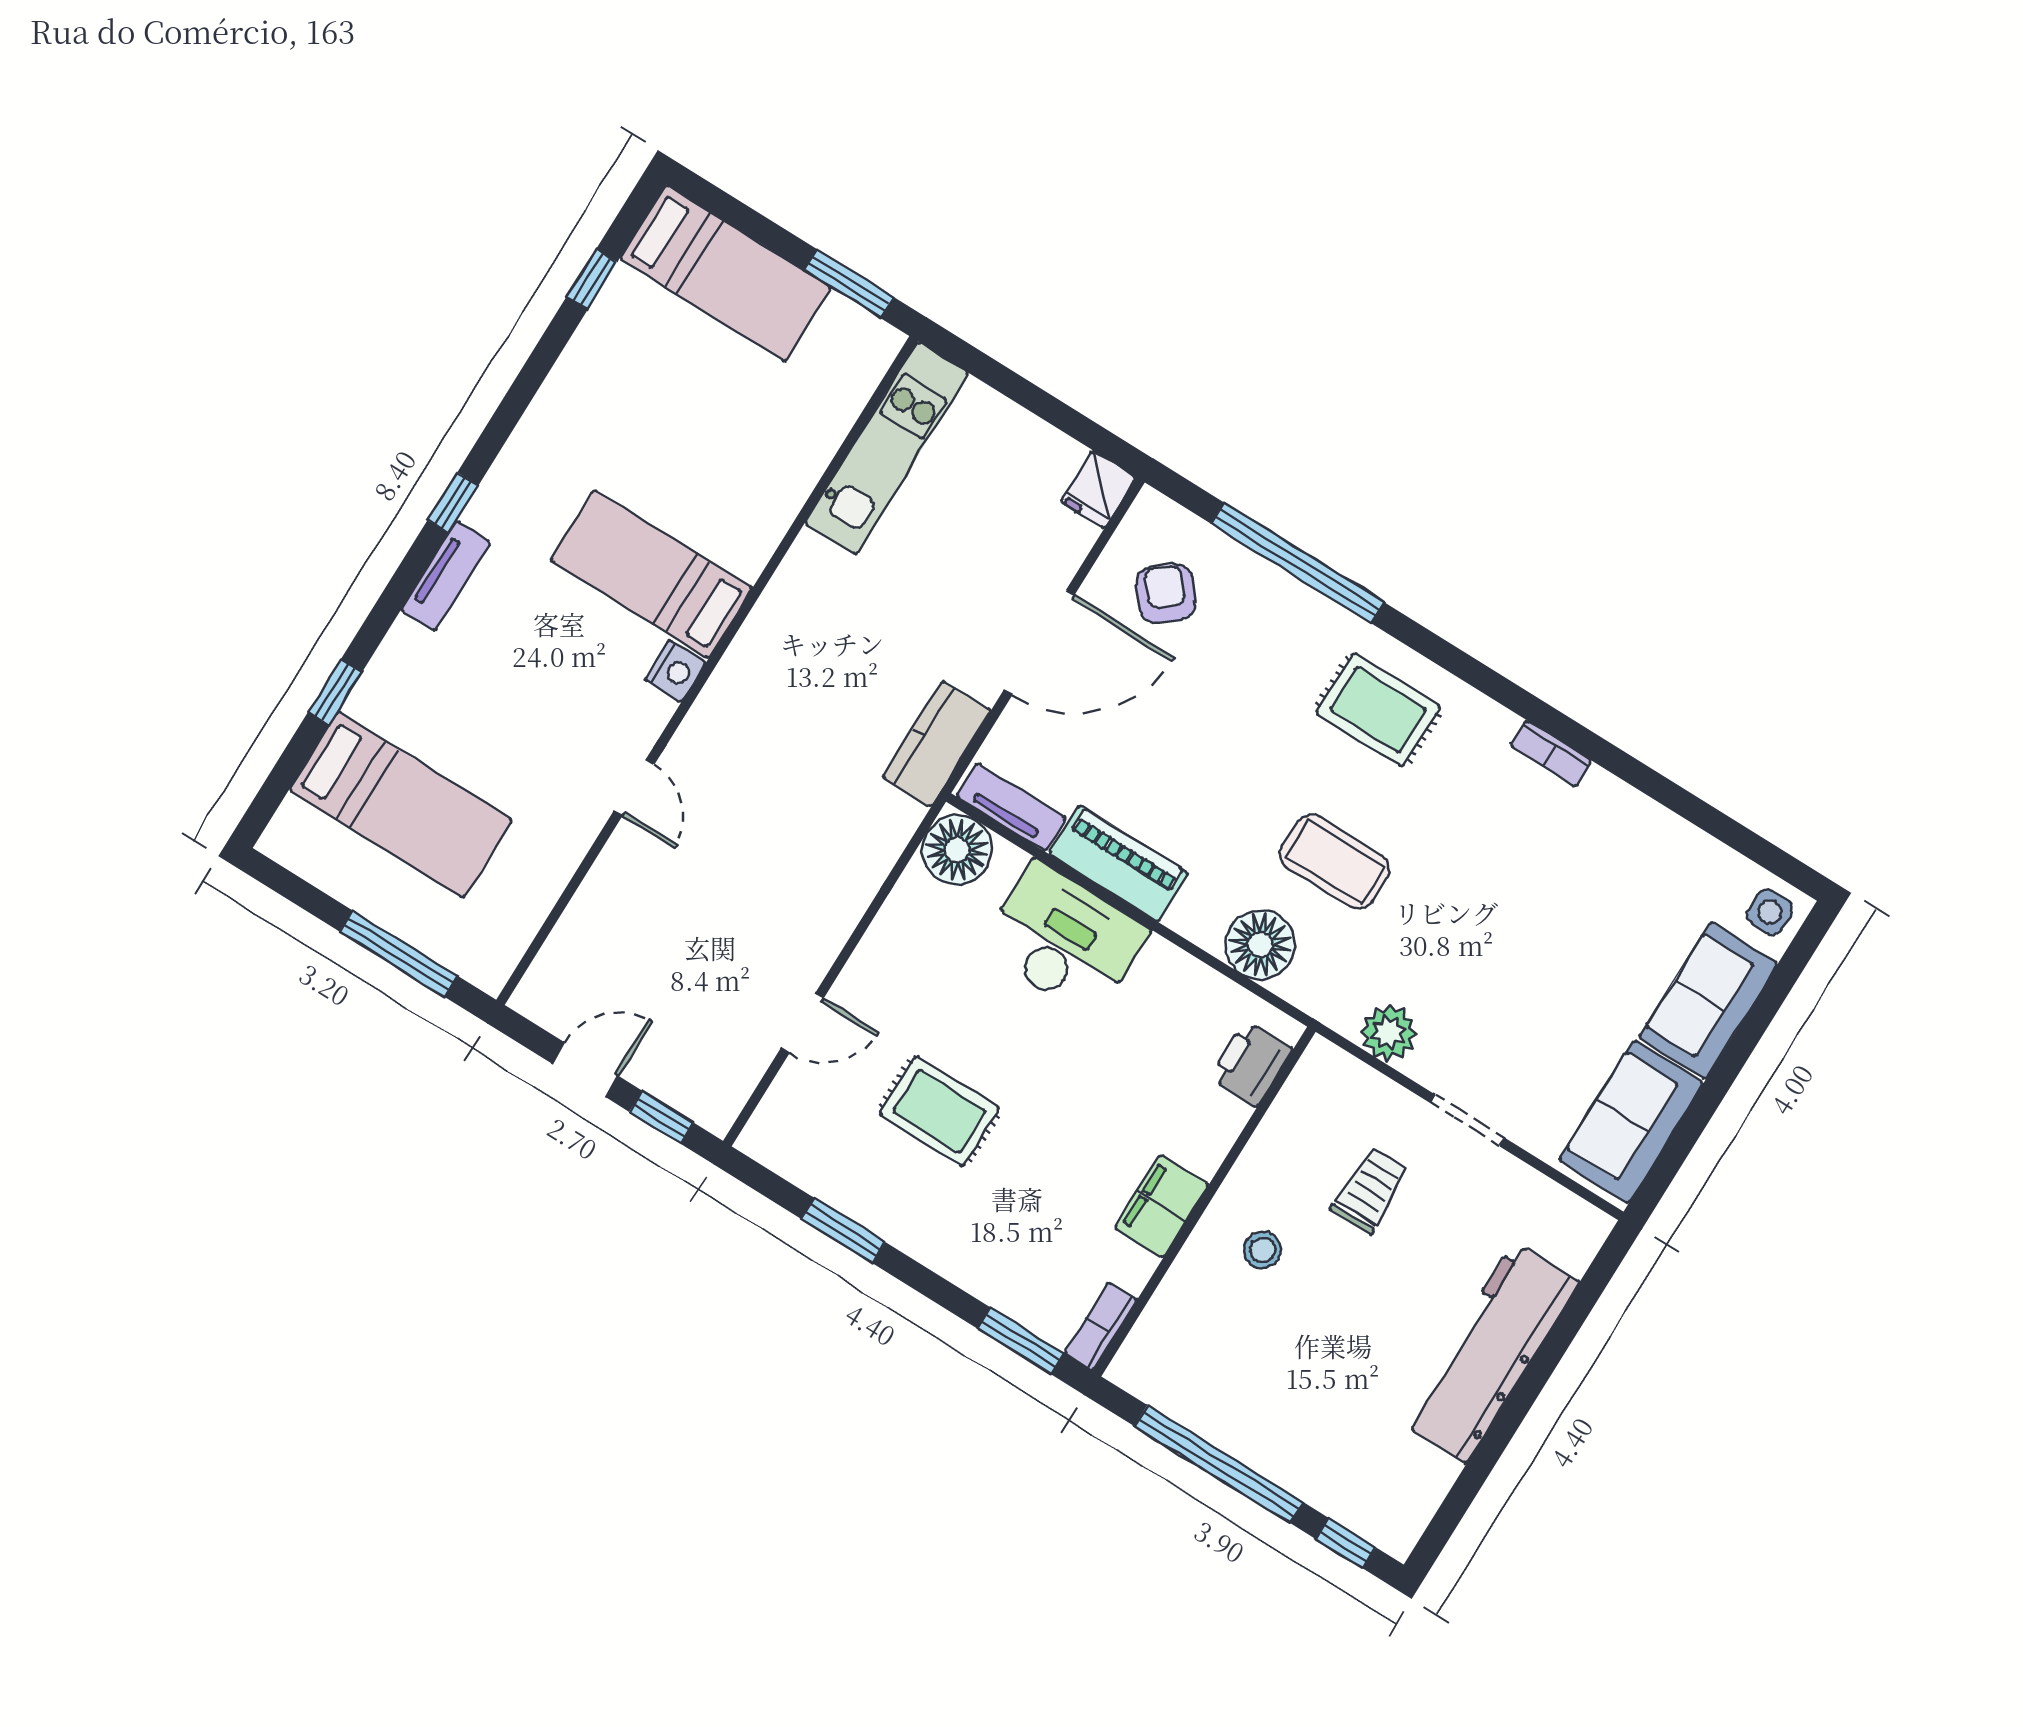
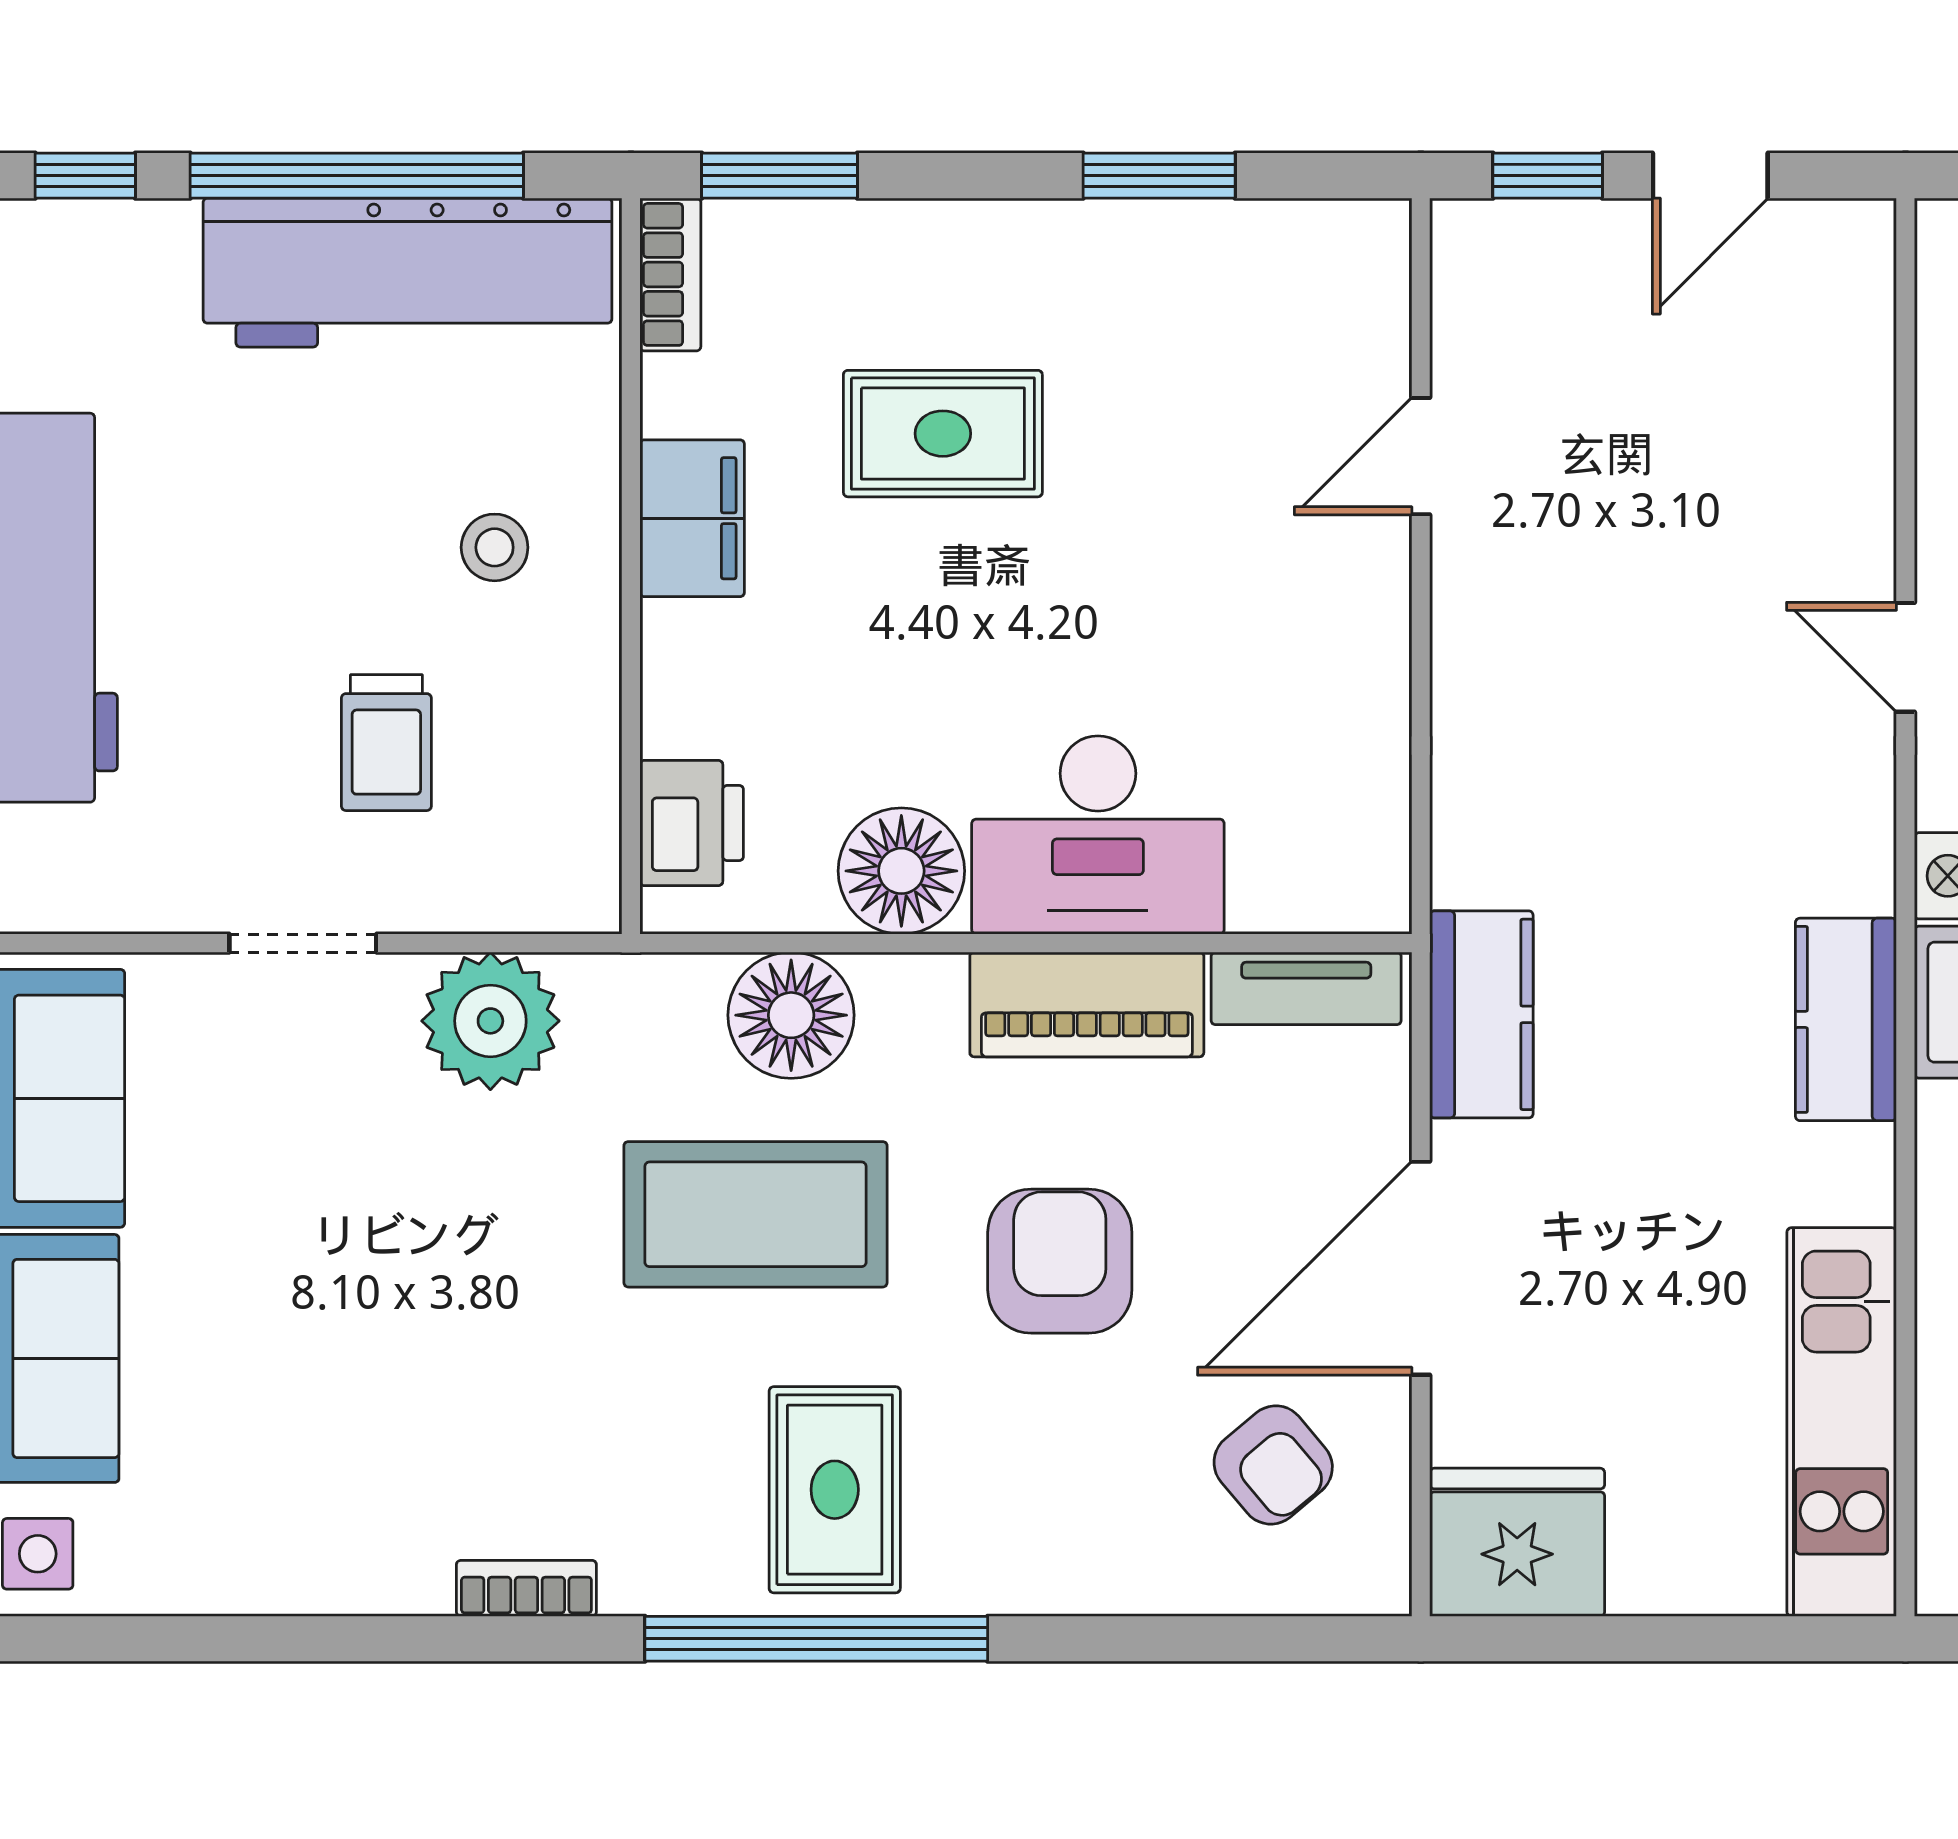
fridge: (1099, 490) -> (1517, 1542), width x1.88, depth x1.34
window: (1298, 563) -> (816, 1639), moved
kitchen counter: (768, 635) -> (1846, 1019), added
rug: (1378, 710) -> (835, 1490), turned 90
armchair: (1206, 751) -> (1060, 1261), added
floor lamp: (957, 850) -> (901, 871), moved
coffee table: (1335, 862) -> (756, 1214), width x1.36, depth x1.32
plant: (1389, 1033) -> (490, 1021), width x1.36, depth x1.36
rug: (939, 1111) -> (943, 434), moved
workbench: (1223, 1404) -> (407, 273), added

